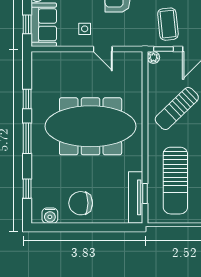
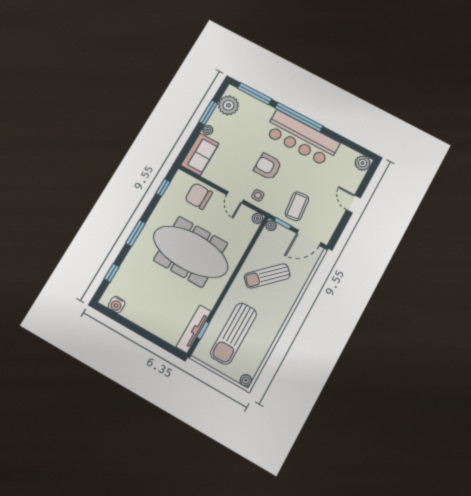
window: (27, 24) -> (187, 147), removed
side table: (85, 29) -> (258, 195), moved
plant: (136, 58) -> (257, 218), added
window: (27, 99) -> (163, 188), moved
chair: (81, 203) -> (199, 196), moved

